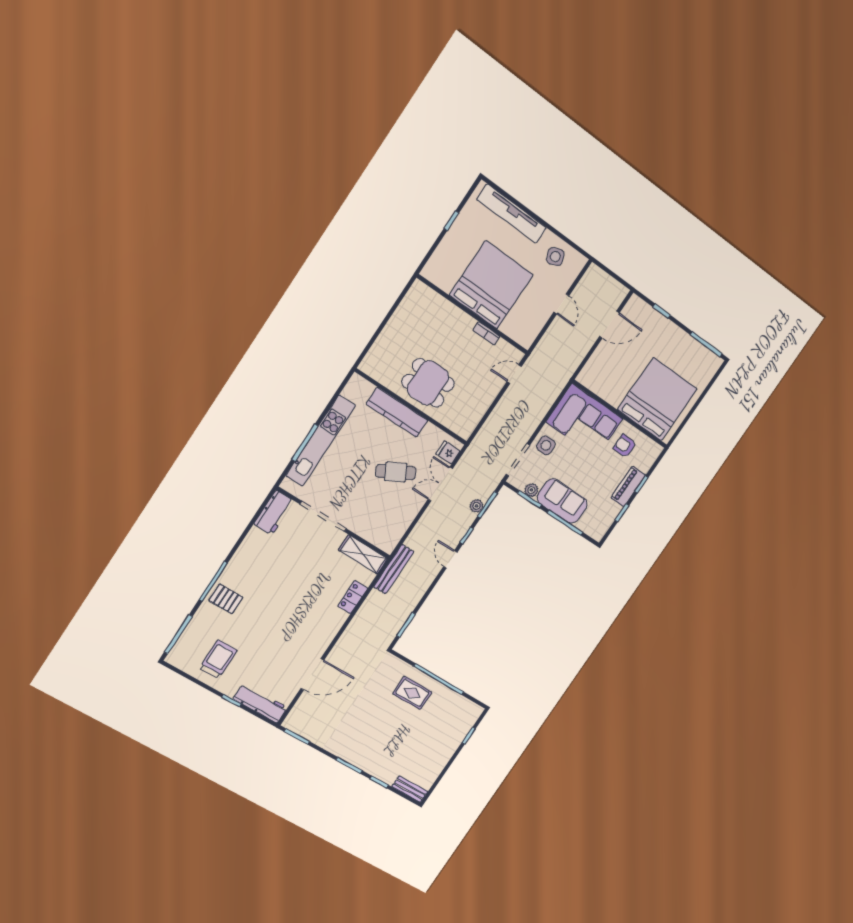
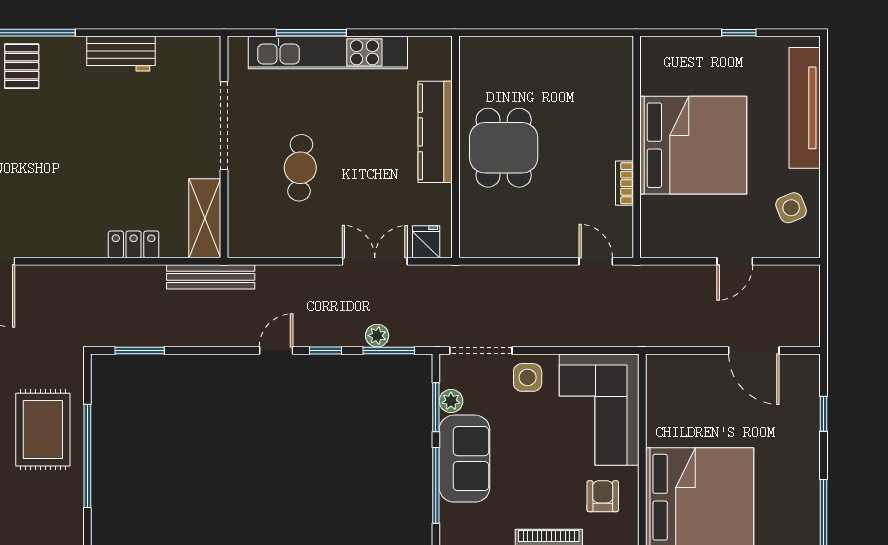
cafe table: (396, 472) -> (300, 168), moved, turned 31
workbench: (274, 513) -> (121, 54), moved
rug: (412, 693) -> (43, 430), width x1.36, depth x1.43

